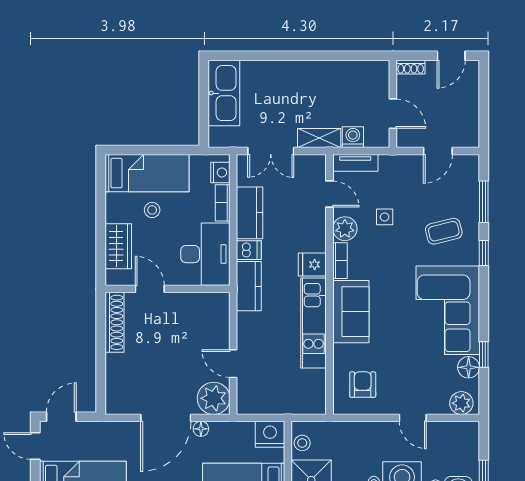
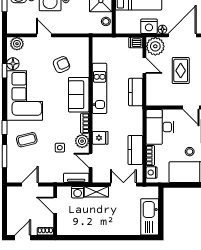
dishwasher: (249, 250) -> (136, 43), moved
fridge: (312, 265) -> (100, 138), moved
kitchen counter: (249, 286) -> (136, 92), moved
rug: (168, 355) -> (181, 71), added
armchair: (363, 385) -> (61, 65), moved, turned -113
nightstand: (270, 434) -> (149, 26), moved

